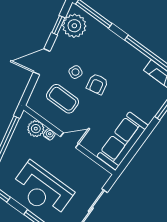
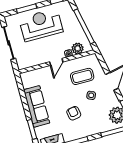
armchair: (97, 84) -> (74, 113), moved
sofa: (123, 141) -> (37, 106), moved

